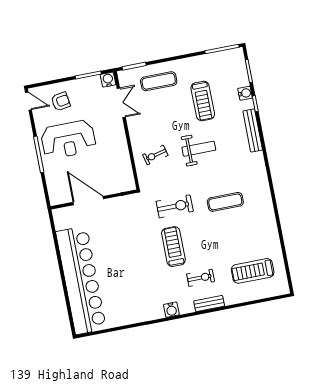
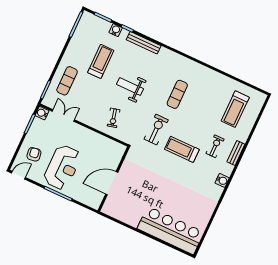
treadmill: (203, 101) -> (101, 61), turned -90
weight bench: (199, 149) -> (130, 87), turned -90
bar counter: (81, 280) -> (171, 230), width x0.73

